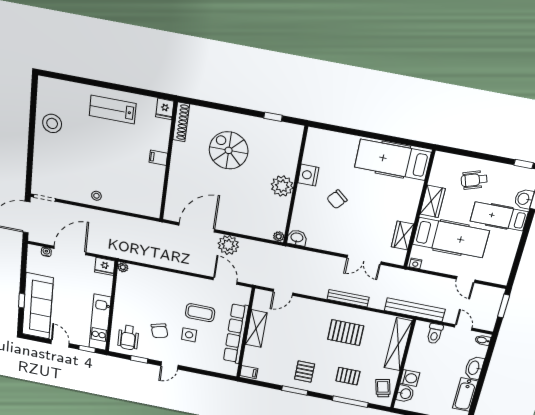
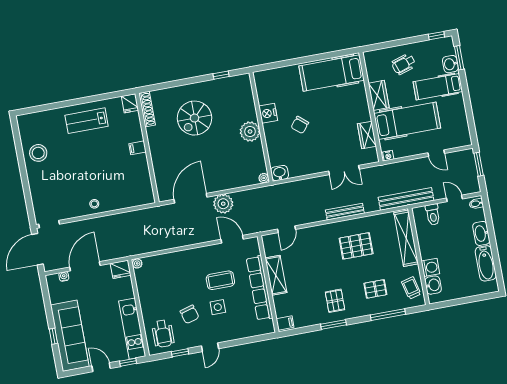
spiral stairs: (229, 150) -> (195, 118), turned -90

